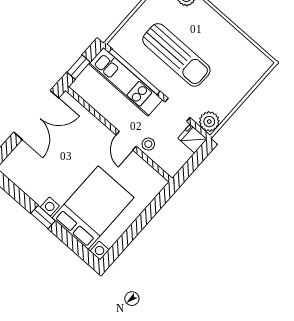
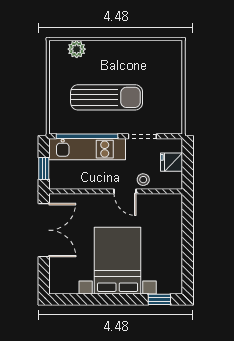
plant: (209, 122) -> (173, 124), removed
fridge: (192, 139) -> (172, 162), moved
bed with nightstands: (93, 208) -> (118, 261), moved
window: (43, 217) -> (159, 299), moved

